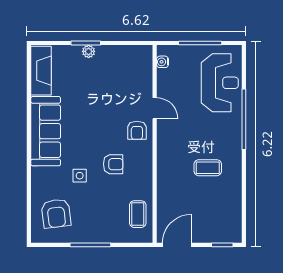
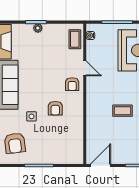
armchair: (113, 164) -> (55, 108), turned 90
coffee table: (138, 214) -> (75, 39), moved

